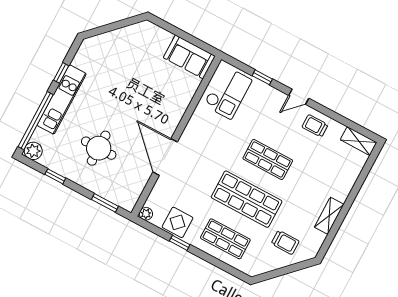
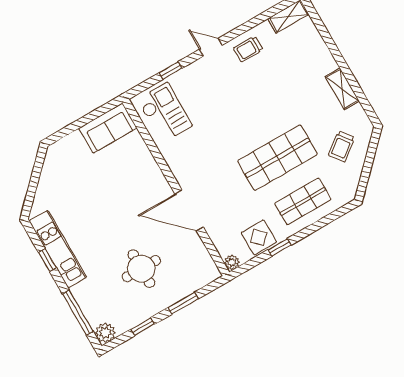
door: (299, 97) -> (211, 47), swing flipped
kitchen unit: (62, 99) -> (58, 249), moved
window: (36, 121) -> (78, 312), width x0.68
shop shelf: (268, 159) -> (252, 114), removed
window: (105, 203) -> (183, 303), moved
trolley: (285, 242) -> (342, 146), turned 142

